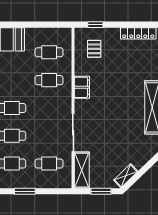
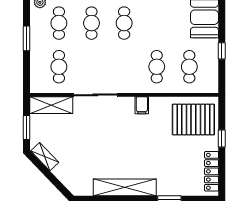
window: (36, 25) -> (222, 51), added
window: (95, 25) -> (222, 139), moved
pallet: (94, 49) -> (193, 120), width x2.05, depth x2.00
filing cabinet: (82, 87) -> (142, 105), width x0.50

